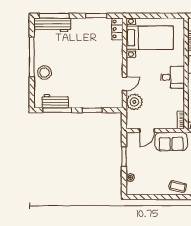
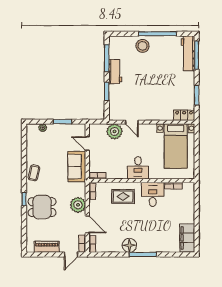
workbench: (55, 101) -> (115, 72), moved

